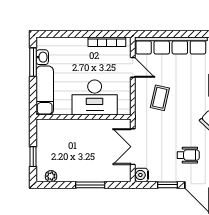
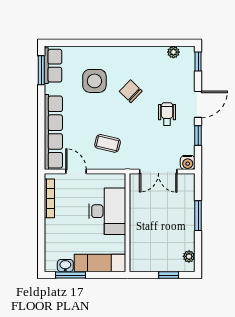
door: (133, 67) -> (76, 172), hinge flipped

